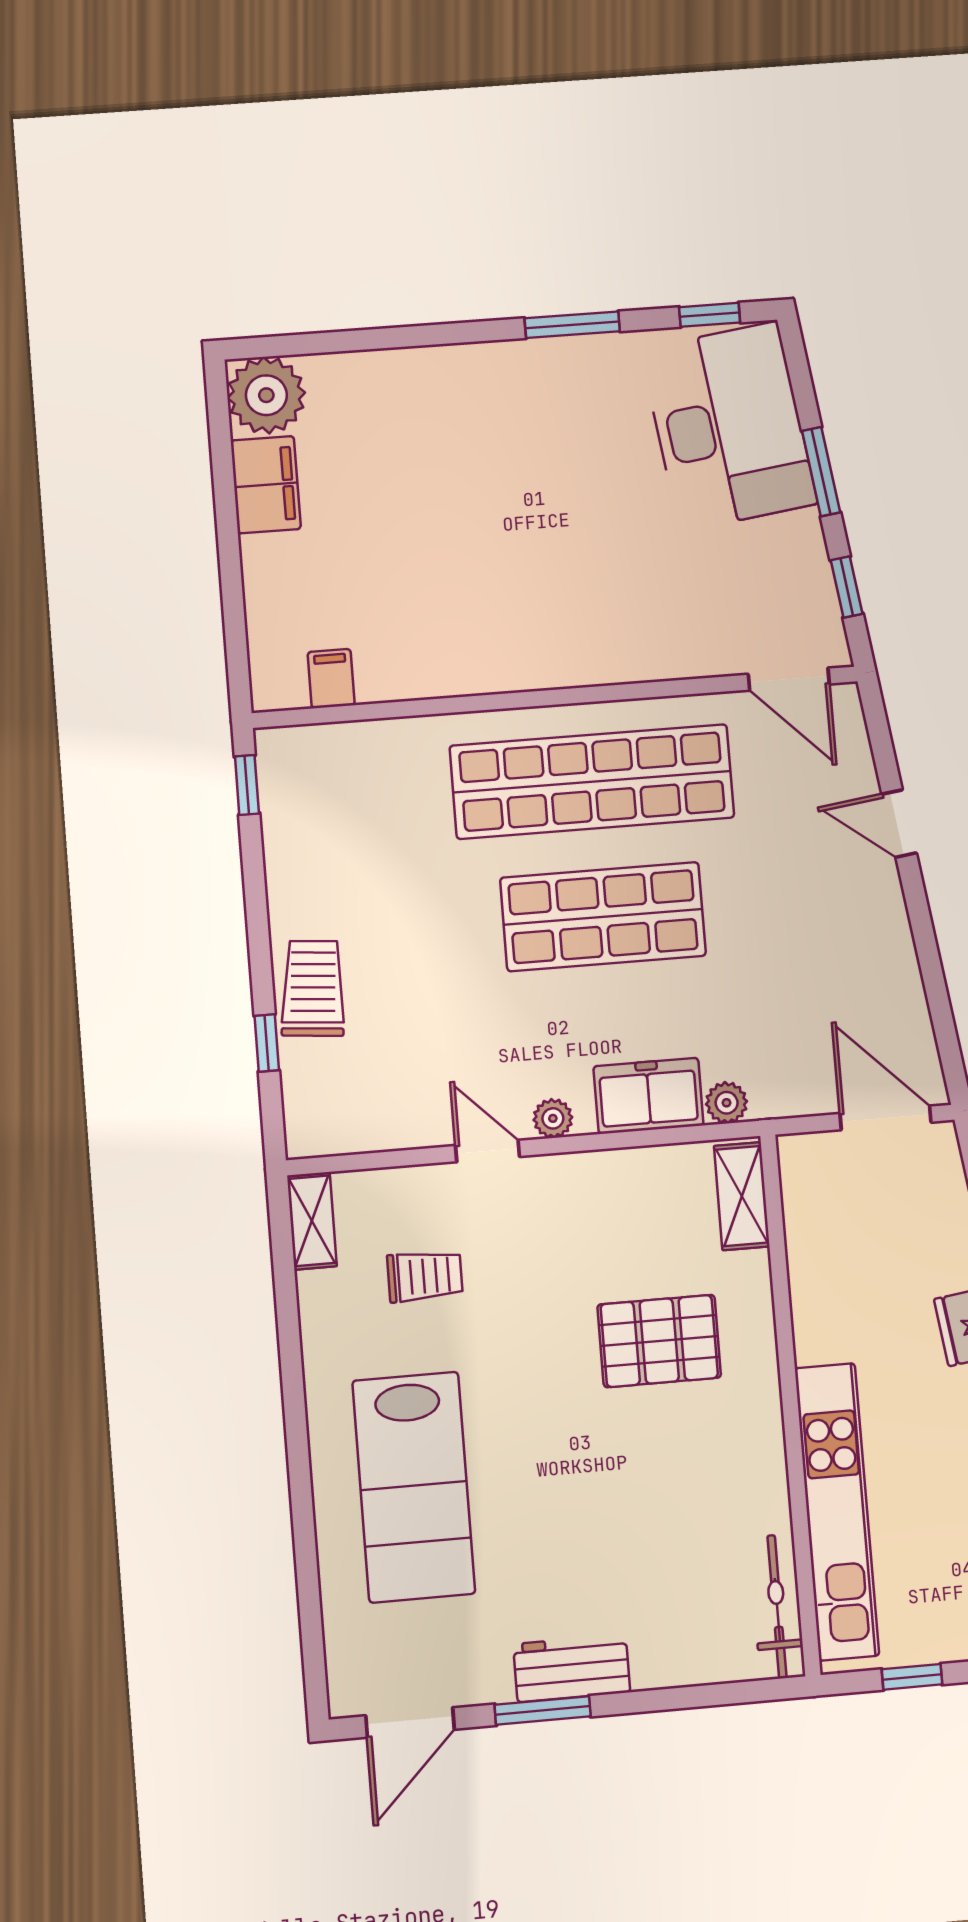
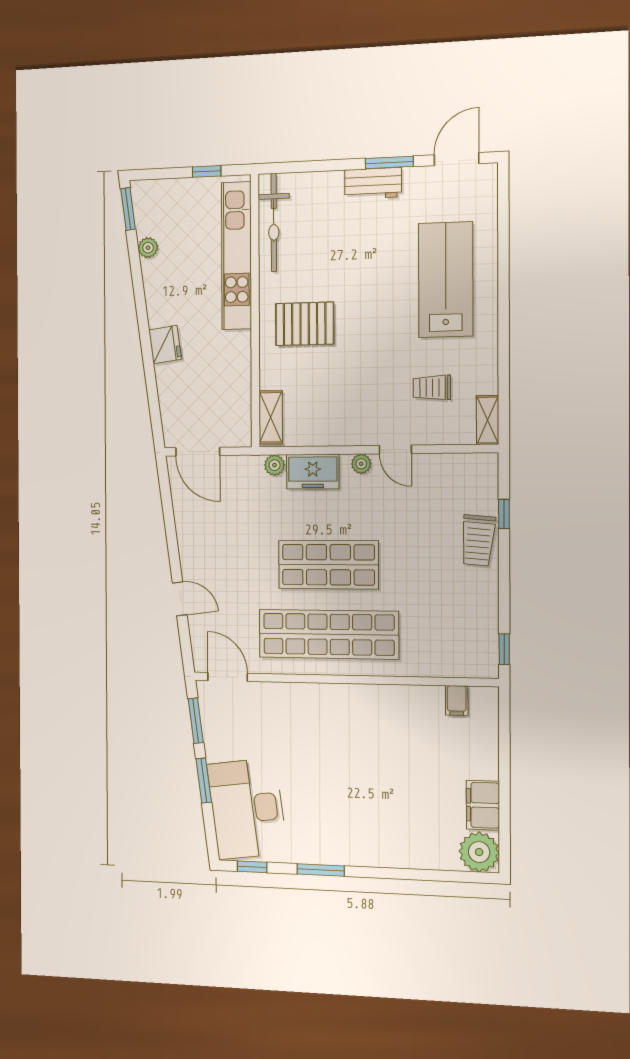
window: (847, 587) -> (196, 721), width x1.50
pallet: (659, 1341) -> (305, 324), moved
bicycle: (777, 1607) -> (274, 223), width x1.37, depth x1.40

